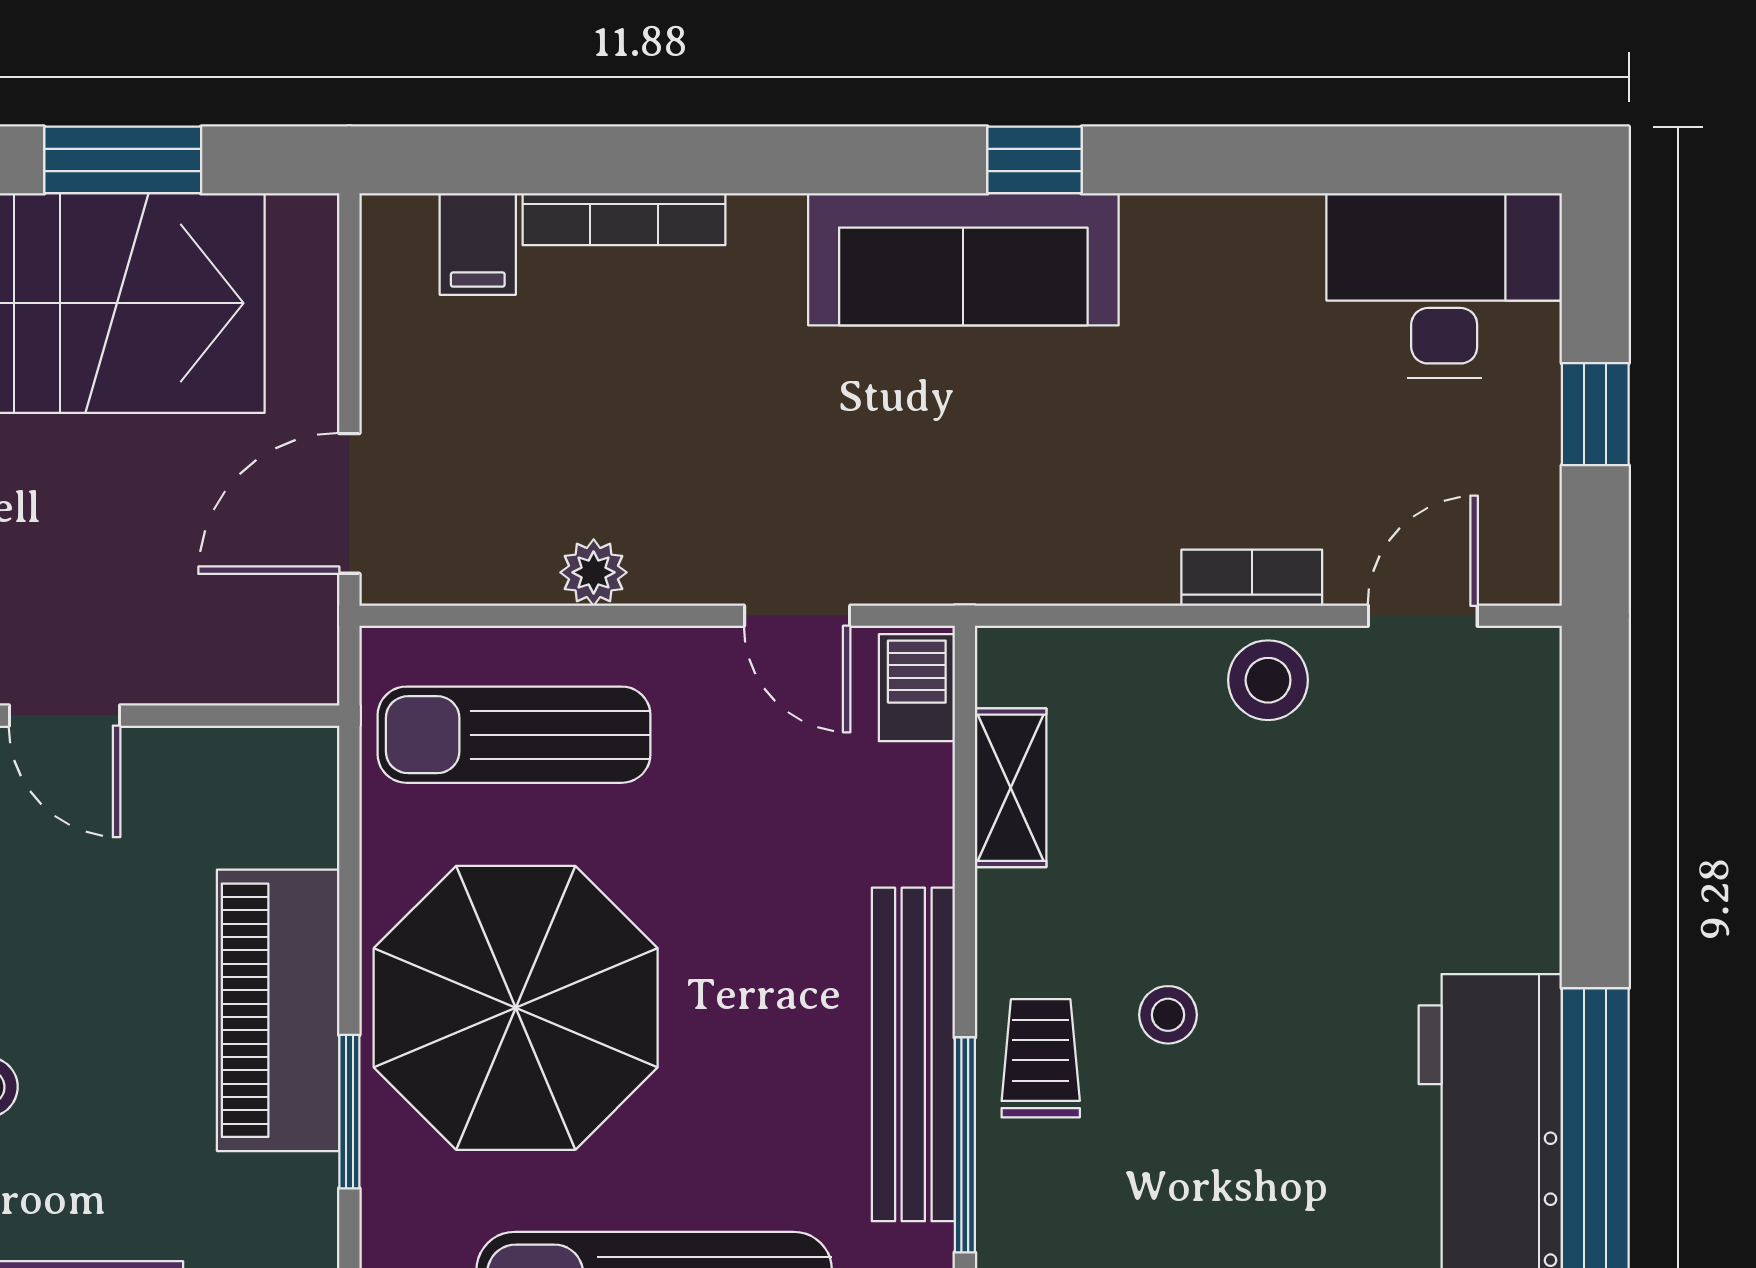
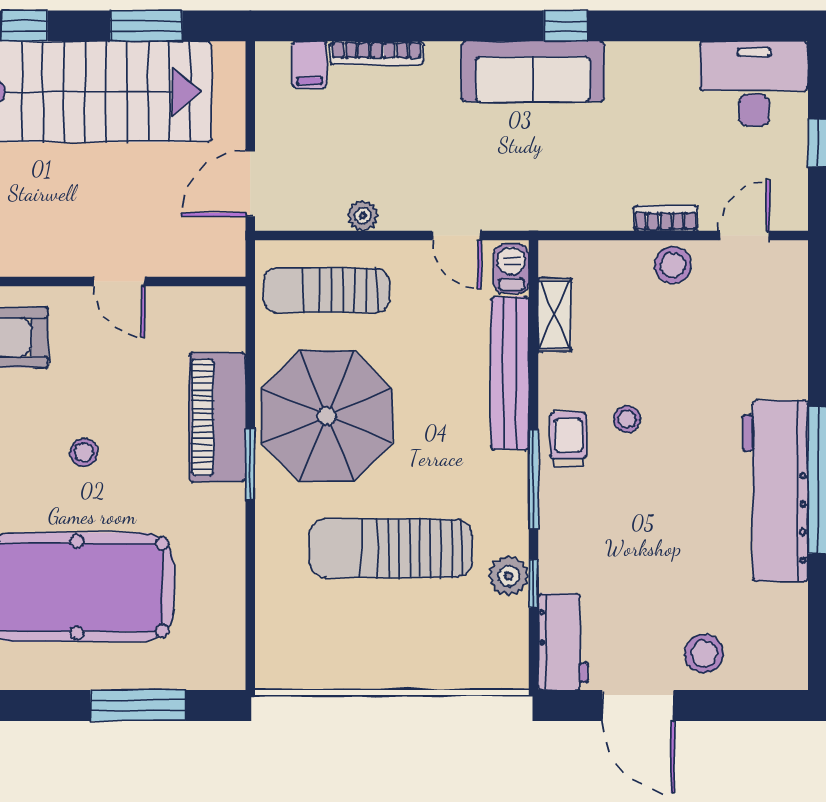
bench: (913, 1054) -> (510, 373), moved

